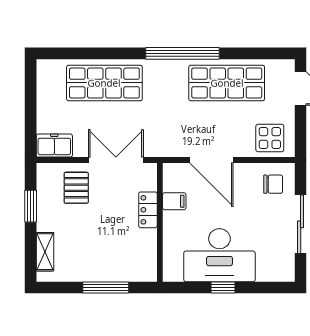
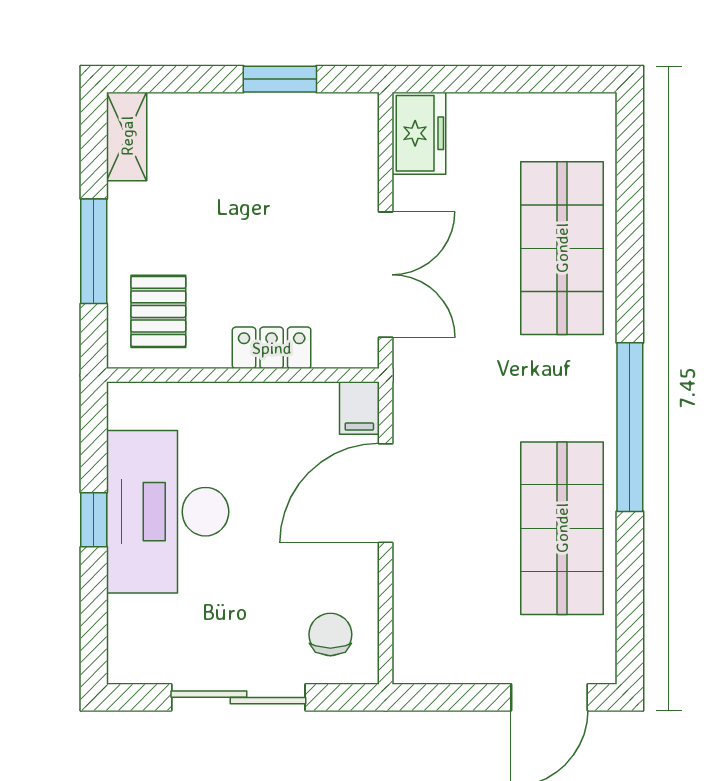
display table: (270, 138) -> (436, 627), removed
chair: (273, 184) -> (330, 634), turned 180
pallet: (76, 188) -> (158, 311), moved, turned 90
filing cabinet: (174, 201) -> (359, 408), moved
shelving: (45, 252) -> (127, 136), moved, turned 90

